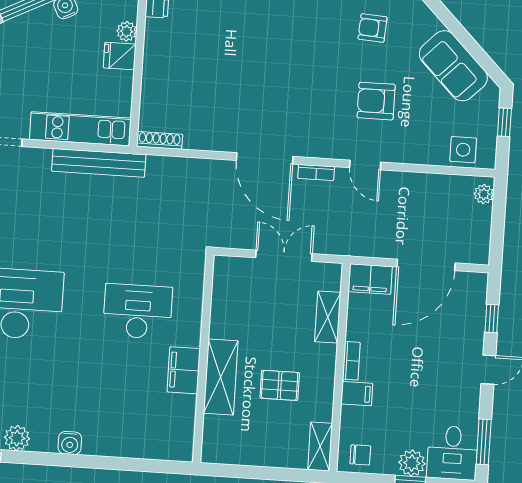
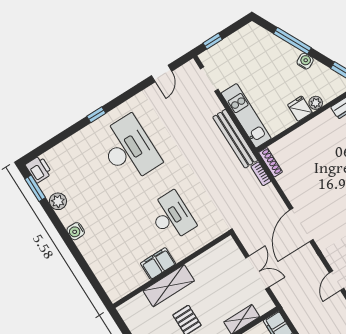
bookcase: (316, 173) -> (261, 174), moved

